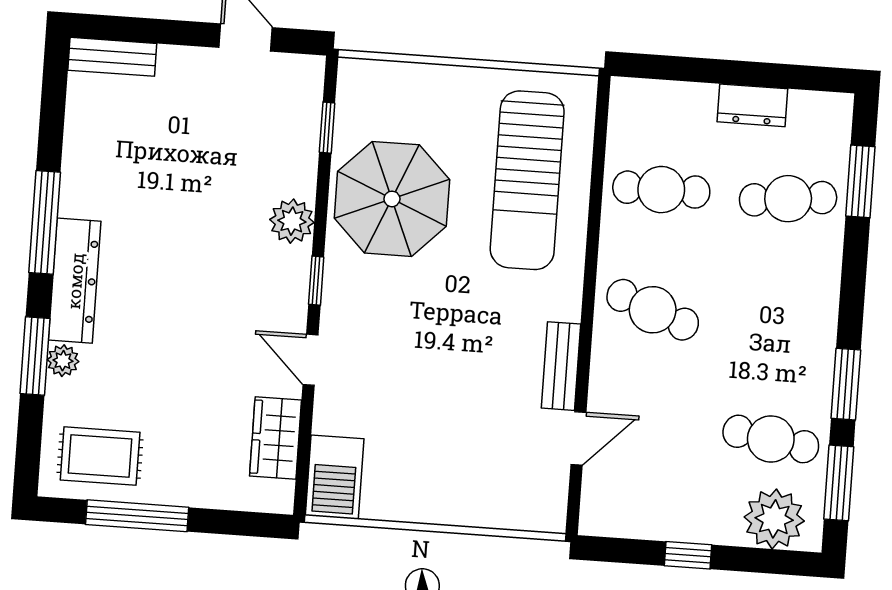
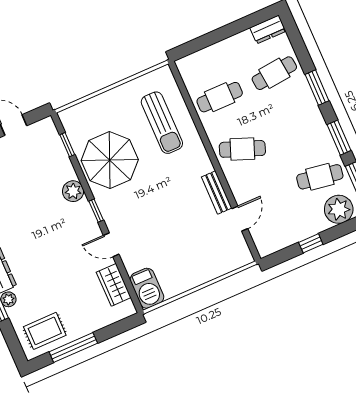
dresser: (752, 105) -> (268, 29), moved
sun lounger: (527, 180) -> (162, 123), width x0.73, depth x0.75
window: (860, 181) -> (317, 88), moved

